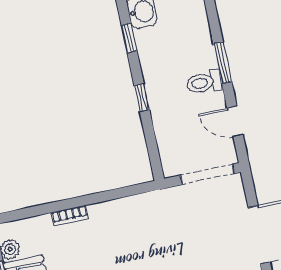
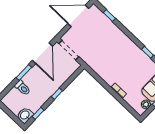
toilet: (204, 82) -> (23, 88), moved
door: (235, 121) -> (42, 53), width x1.87

